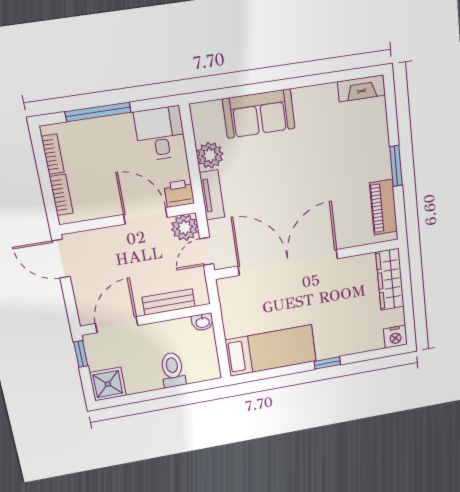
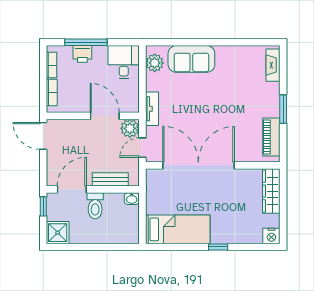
fireplace: (362, 88) -> (273, 65), moved, turned 90
plant: (210, 155) -> (155, 63), moved
printer: (179, 193) -> (82, 54), moved, turned 180
toilet: (173, 370) -> (95, 206), moved, turned 180

